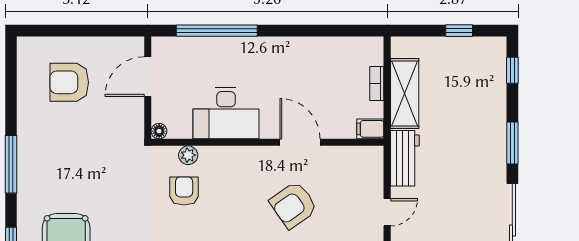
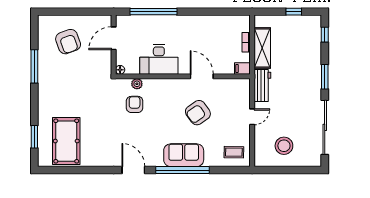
armchair: (69, 82) -> (68, 42), turned -110
window: (11, 164) -> (34, 66), moved

